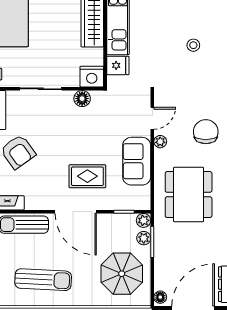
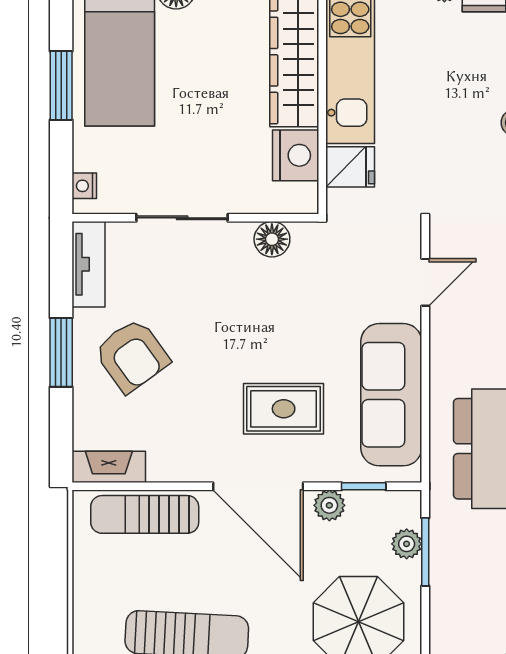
nightstand: (92, 77) -> (296, 155), moved, turned -90
plant: (160, 142) -> (443, 333), removed
sofa: (137, 161) -> (391, 395), width x1.36
plant: (144, 220) -> (329, 505), moved

